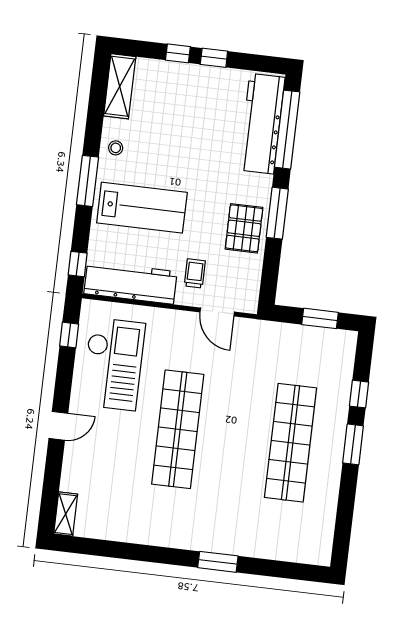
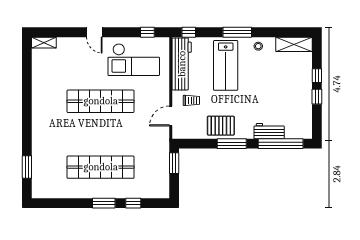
workbench: (262, 124) -> (269, 131), width x0.53, depth x0.76
window: (320, 318) -> (174, 163), moved
window: (218, 562) -> (27, 167), moved

